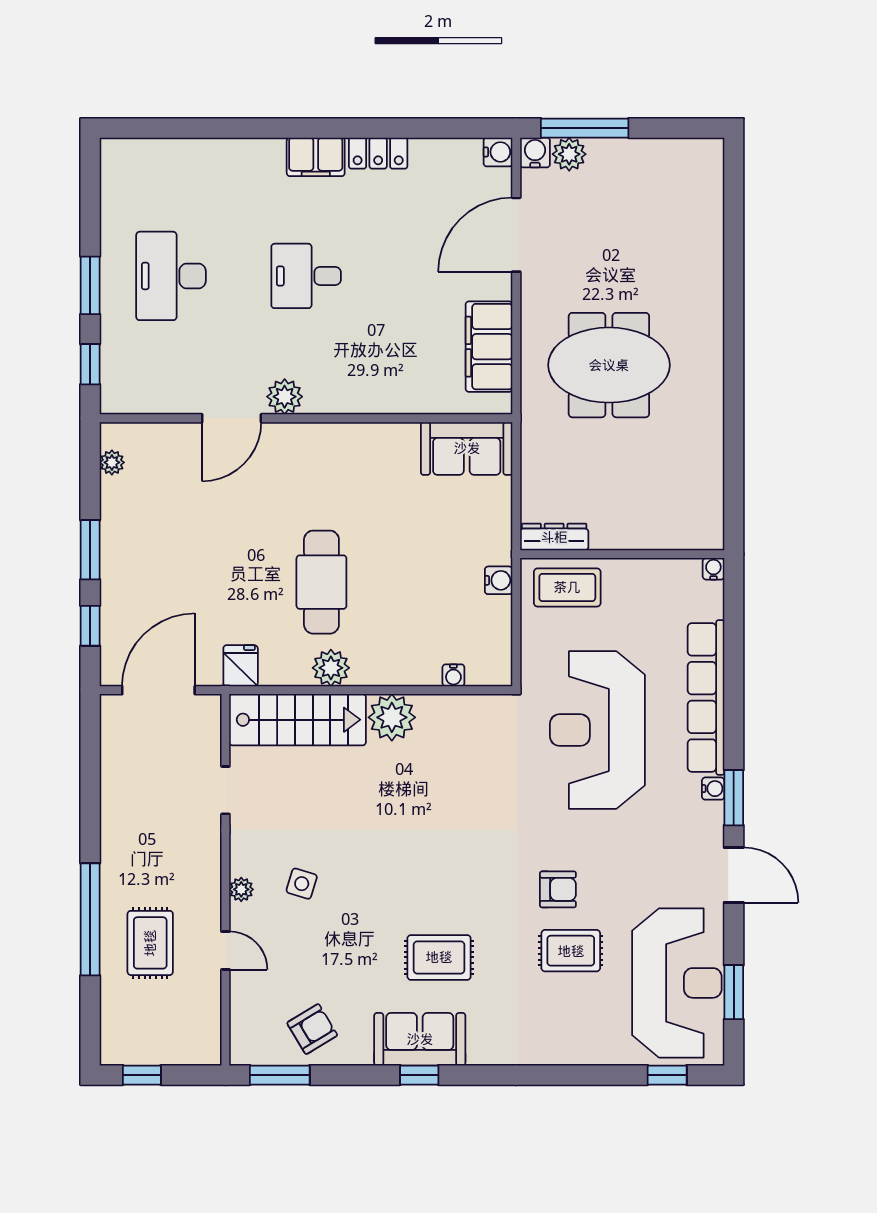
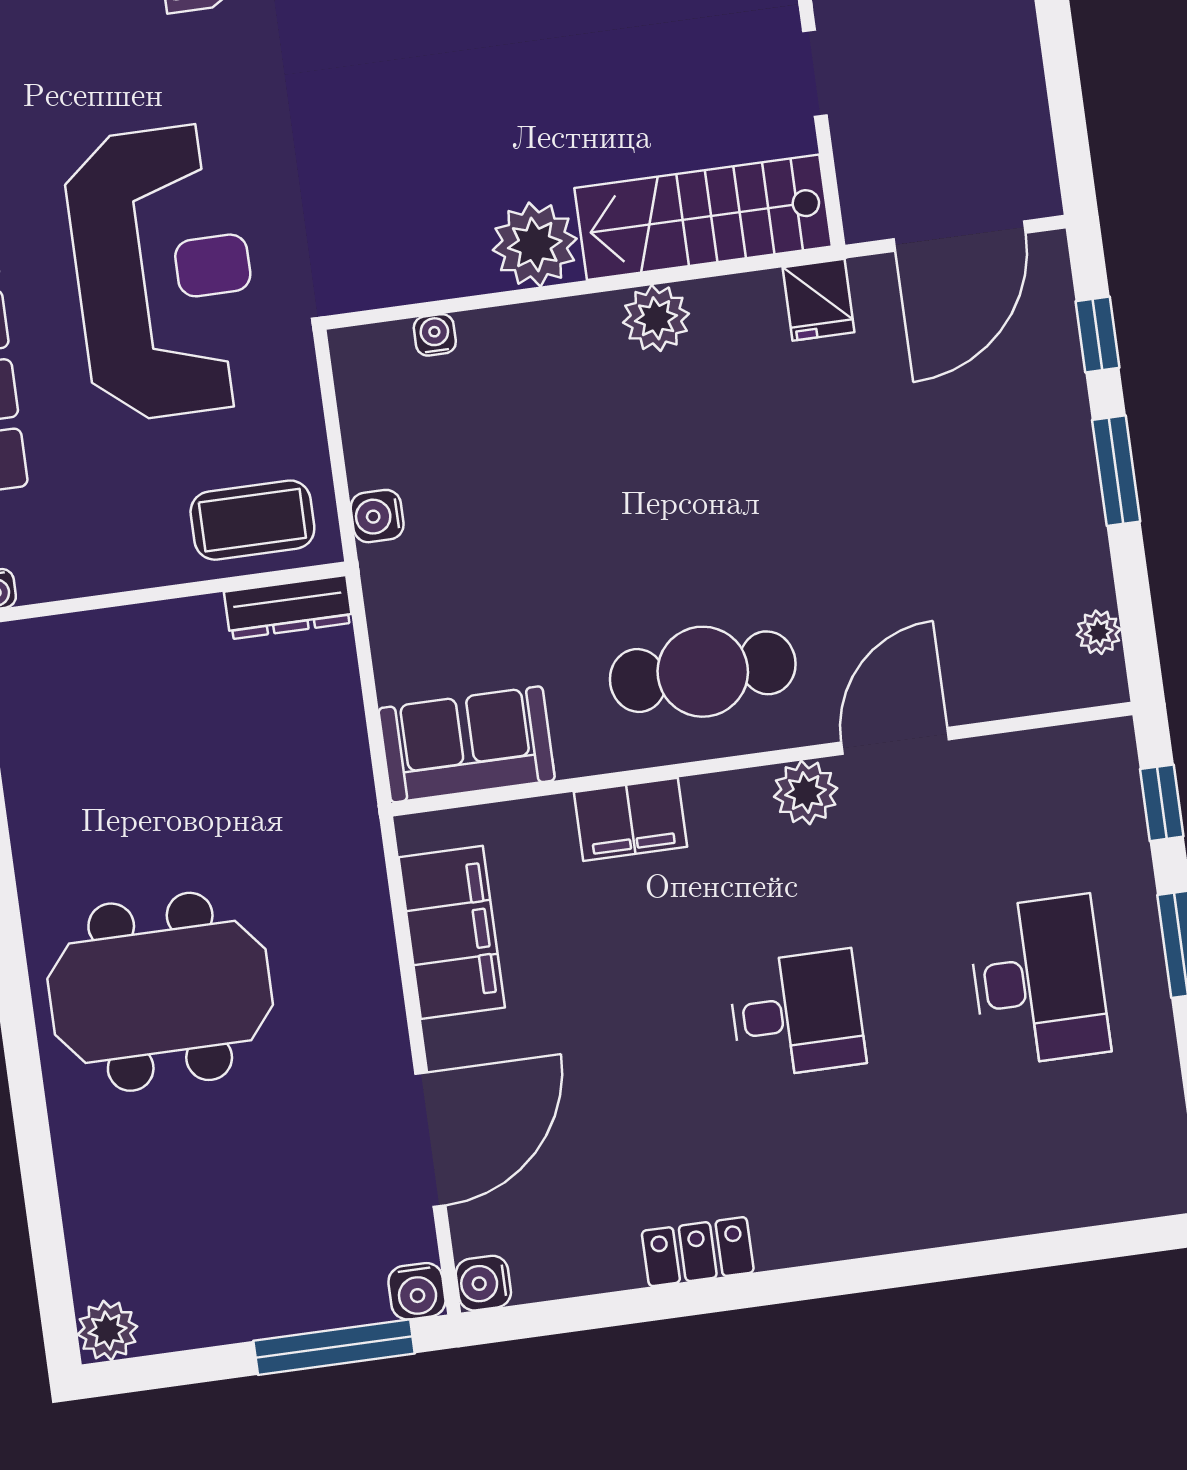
plant: (569, 154) -> (107, 1330), moved
filing cabinet: (316, 157) -> (631, 819), moved, turned 180
meeting table: (609, 365) -> (160, 992), moved
cafe table: (321, 582) -> (703, 672), moved, turned 90

